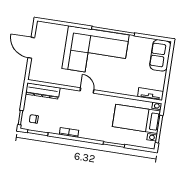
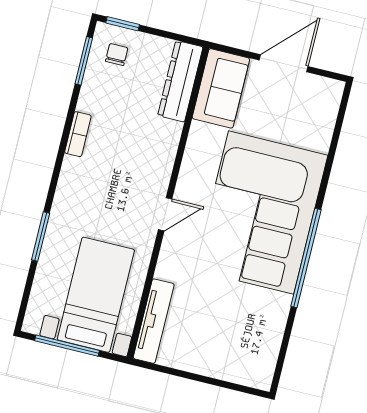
sofa: (160, 55) -> (221, 88), moved, turned 90
door: (87, 90) -> (165, 214), moved
tv unit: (151, 94) -> (154, 321), width x1.41

